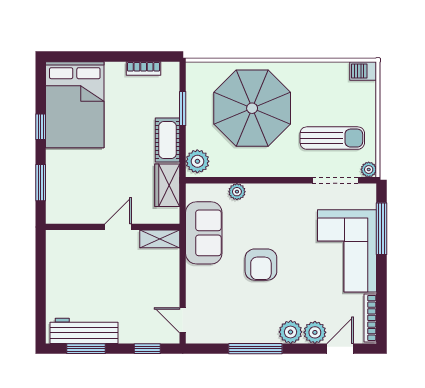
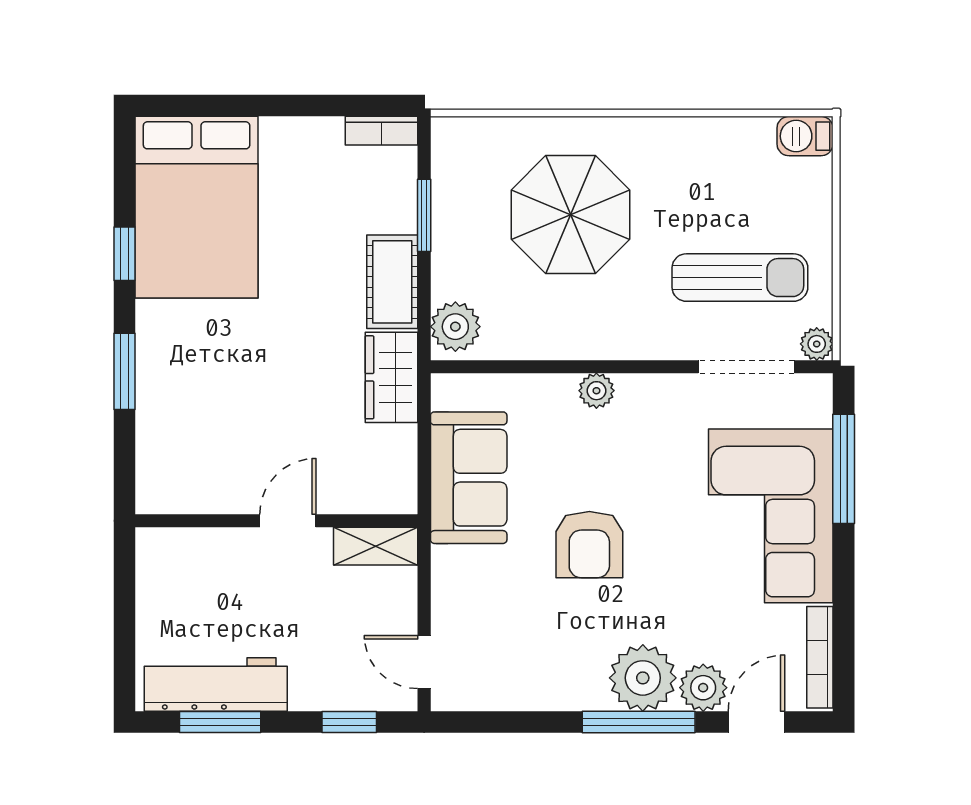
bookcase: (144, 68) -> (382, 131), moved
parasol: (252, 108) -> (571, 215), width x0.73, depth x0.73
plant: (237, 192) -> (596, 391), moved
wall: (113, 227) -> (276, 521), moved
door: (118, 227) -> (288, 521), moved
shelving: (160, 239) -> (376, 546), moved
plant: (291, 332) -> (643, 678), width x1.36, depth x1.36
window: (255, 349) -> (639, 722), moved

